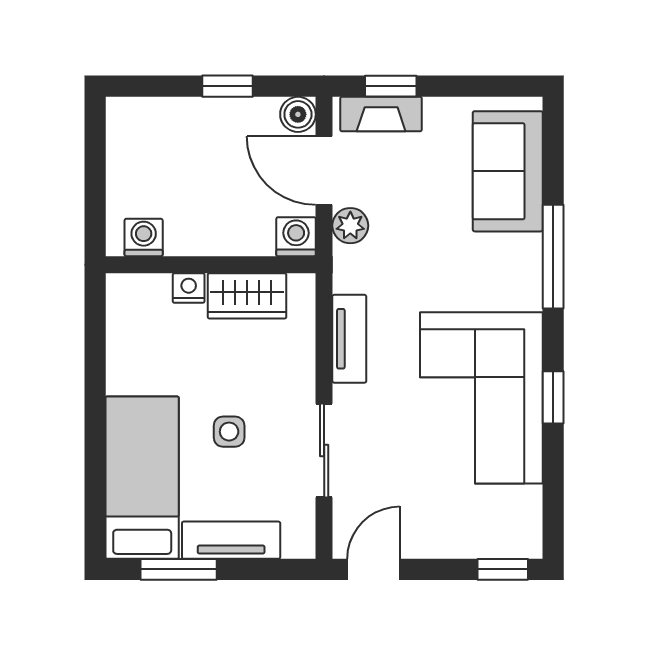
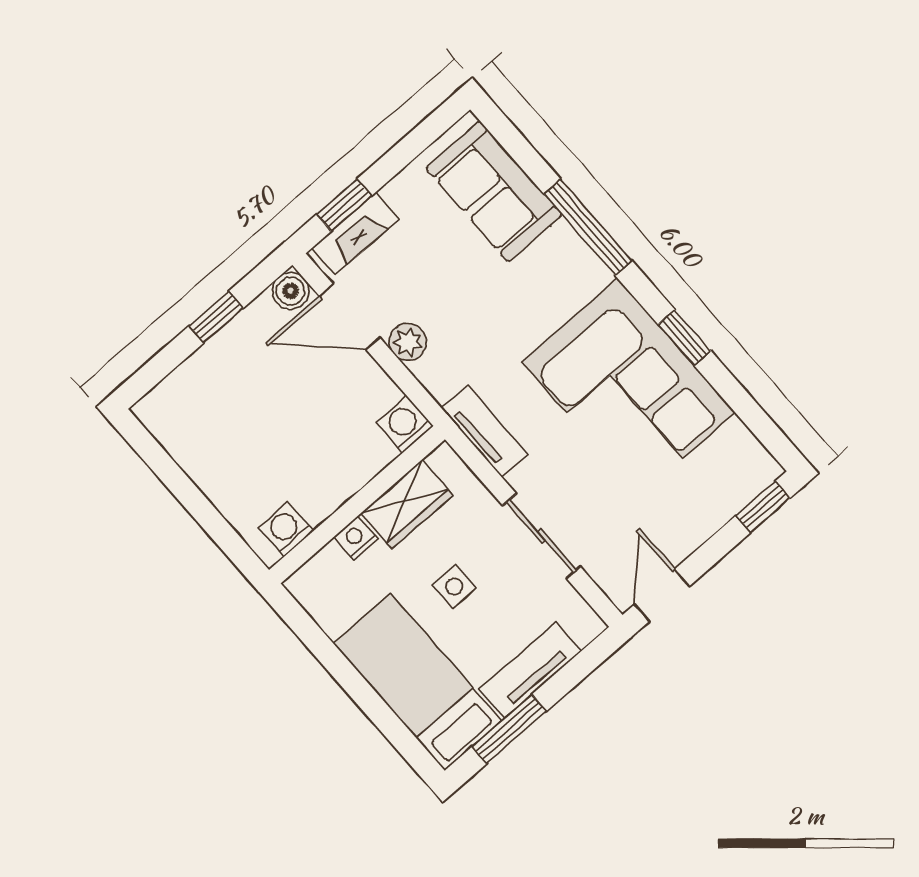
washing machine: (144, 237) -> (286, 529), moved
washing machine: (296, 237) -> (405, 424), moved
wall: (211, 265) -> (357, 505), moved
nightstand: (189, 288) -> (356, 538), moved
wardrobe: (247, 296) -> (407, 504), moved

